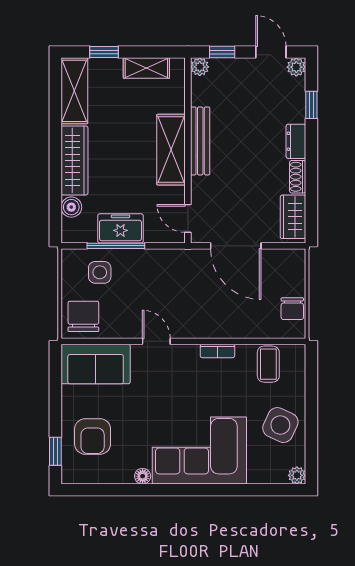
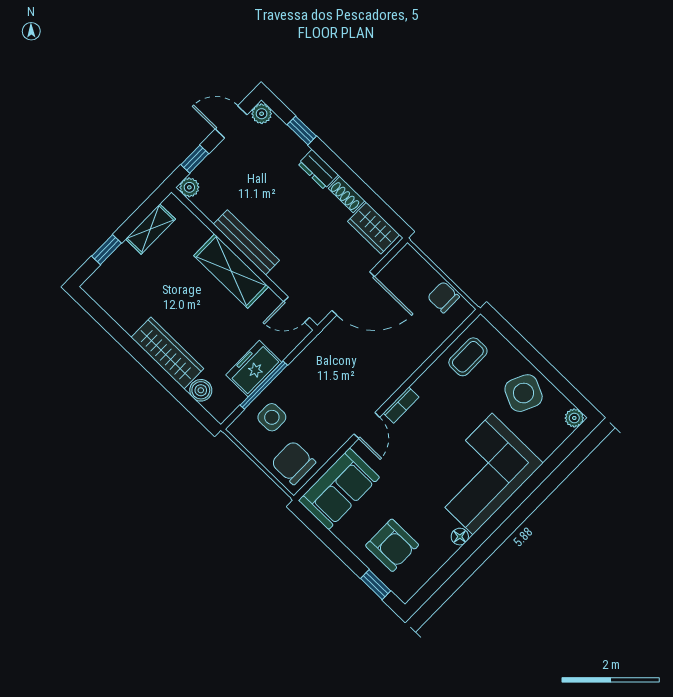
shelving: (74, 91) -> (114, 301), removed
chair: (292, 309) -> (443, 297), turned 180
door: (156, 341) -> (367, 426), swing flipped
bookcase: (217, 351) -> (401, 405), moved
coffee table: (268, 364) -> (468, 357), turned 90

